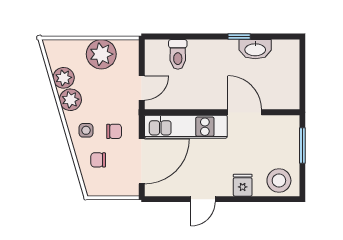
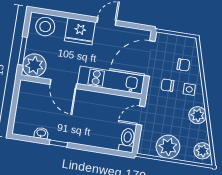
washbasin: (255, 49) -> (41, 133), width x0.52, depth x0.69
toilet: (178, 54) -> (127, 140), moved
plant: (64, 78) -> (202, 151), moved
plant: (285, 130) -> (34, 65), added
fridge: (243, 185) -> (80, 31), width x1.88, depth x1.34

